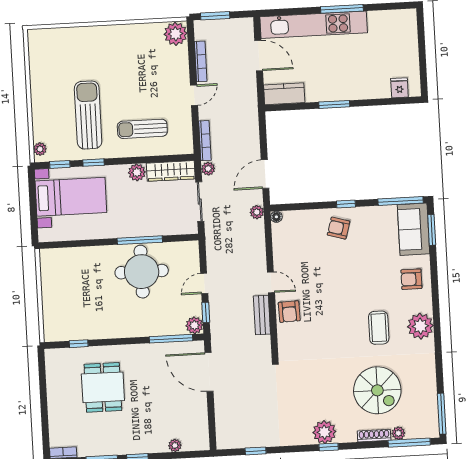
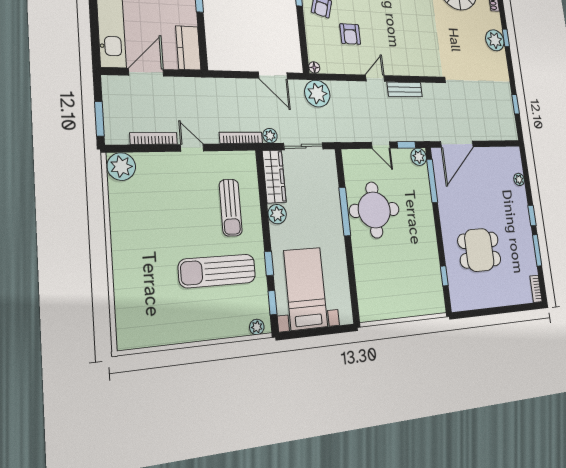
plant: (257, 212) -> (317, 94), width x1.88, depth x1.88
armchair: (289, 312) -> (350, 34), moved, turned 92

